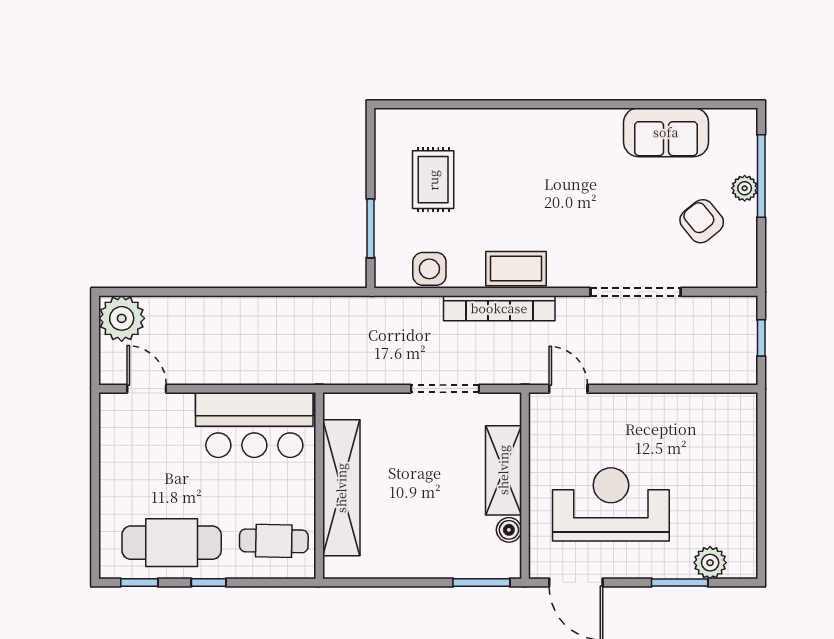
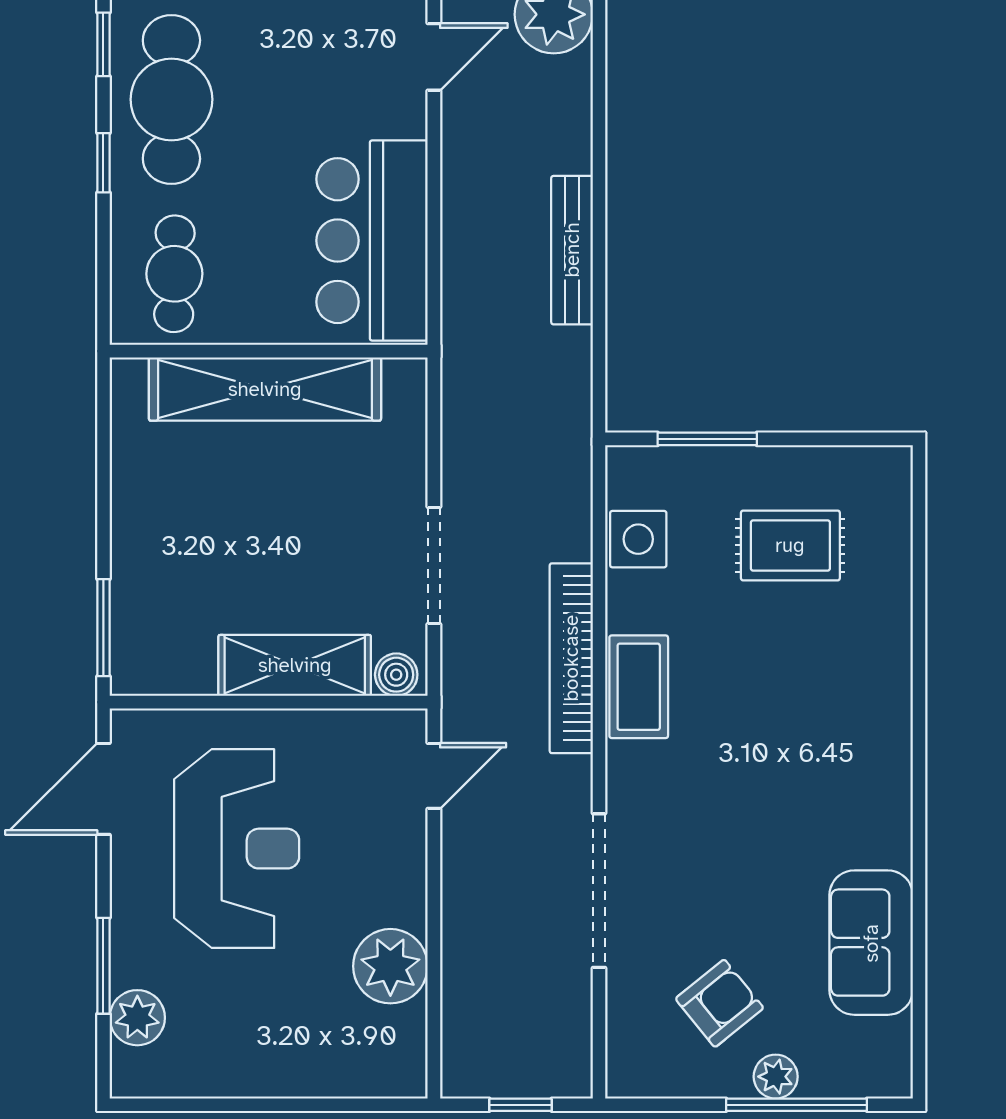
bench: (260, 308) -> (572, 250), added
plant: (680, 414) -> (390, 966), added
boiler: (509, 530) -> (396, 675), moved

